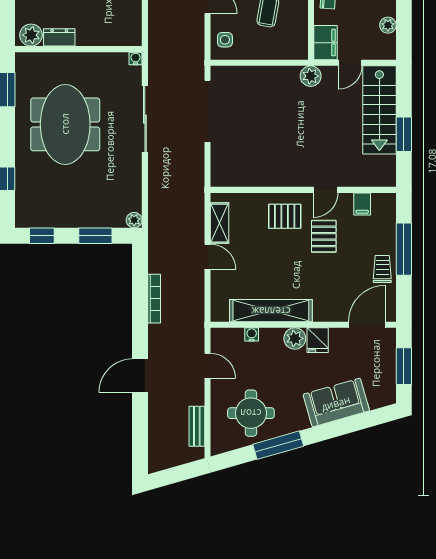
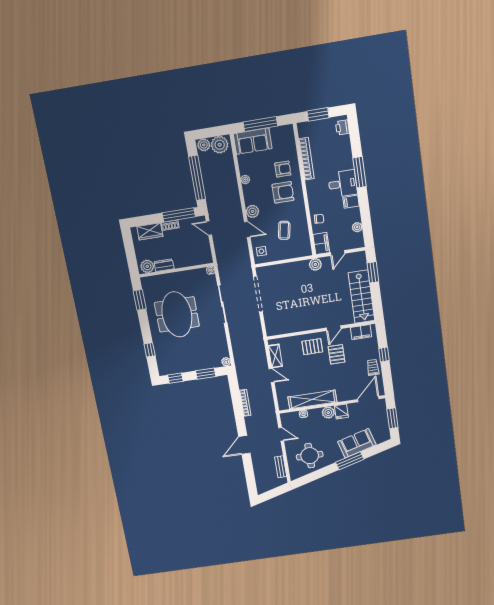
stairs: (379, 110) -> (361, 297), moved
window: (404, 134) -> (373, 272), moved
filing cabinet: (362, 204) -> (361, 332), width x2.00
window: (404, 249) -> (384, 355), width x0.46
window: (278, 445) -> (350, 461), moved

